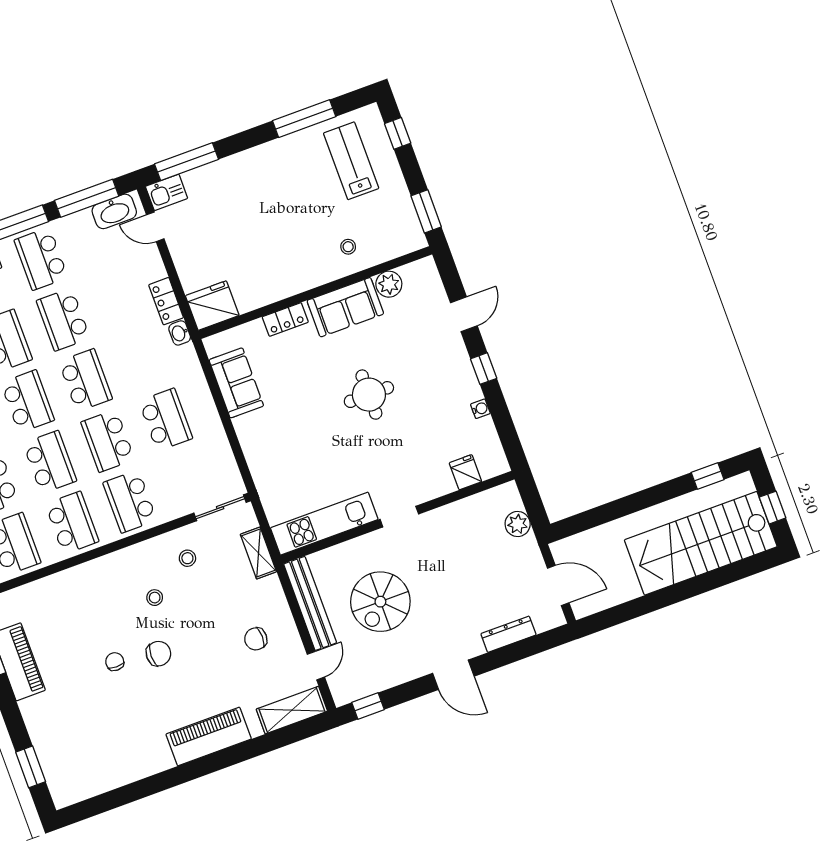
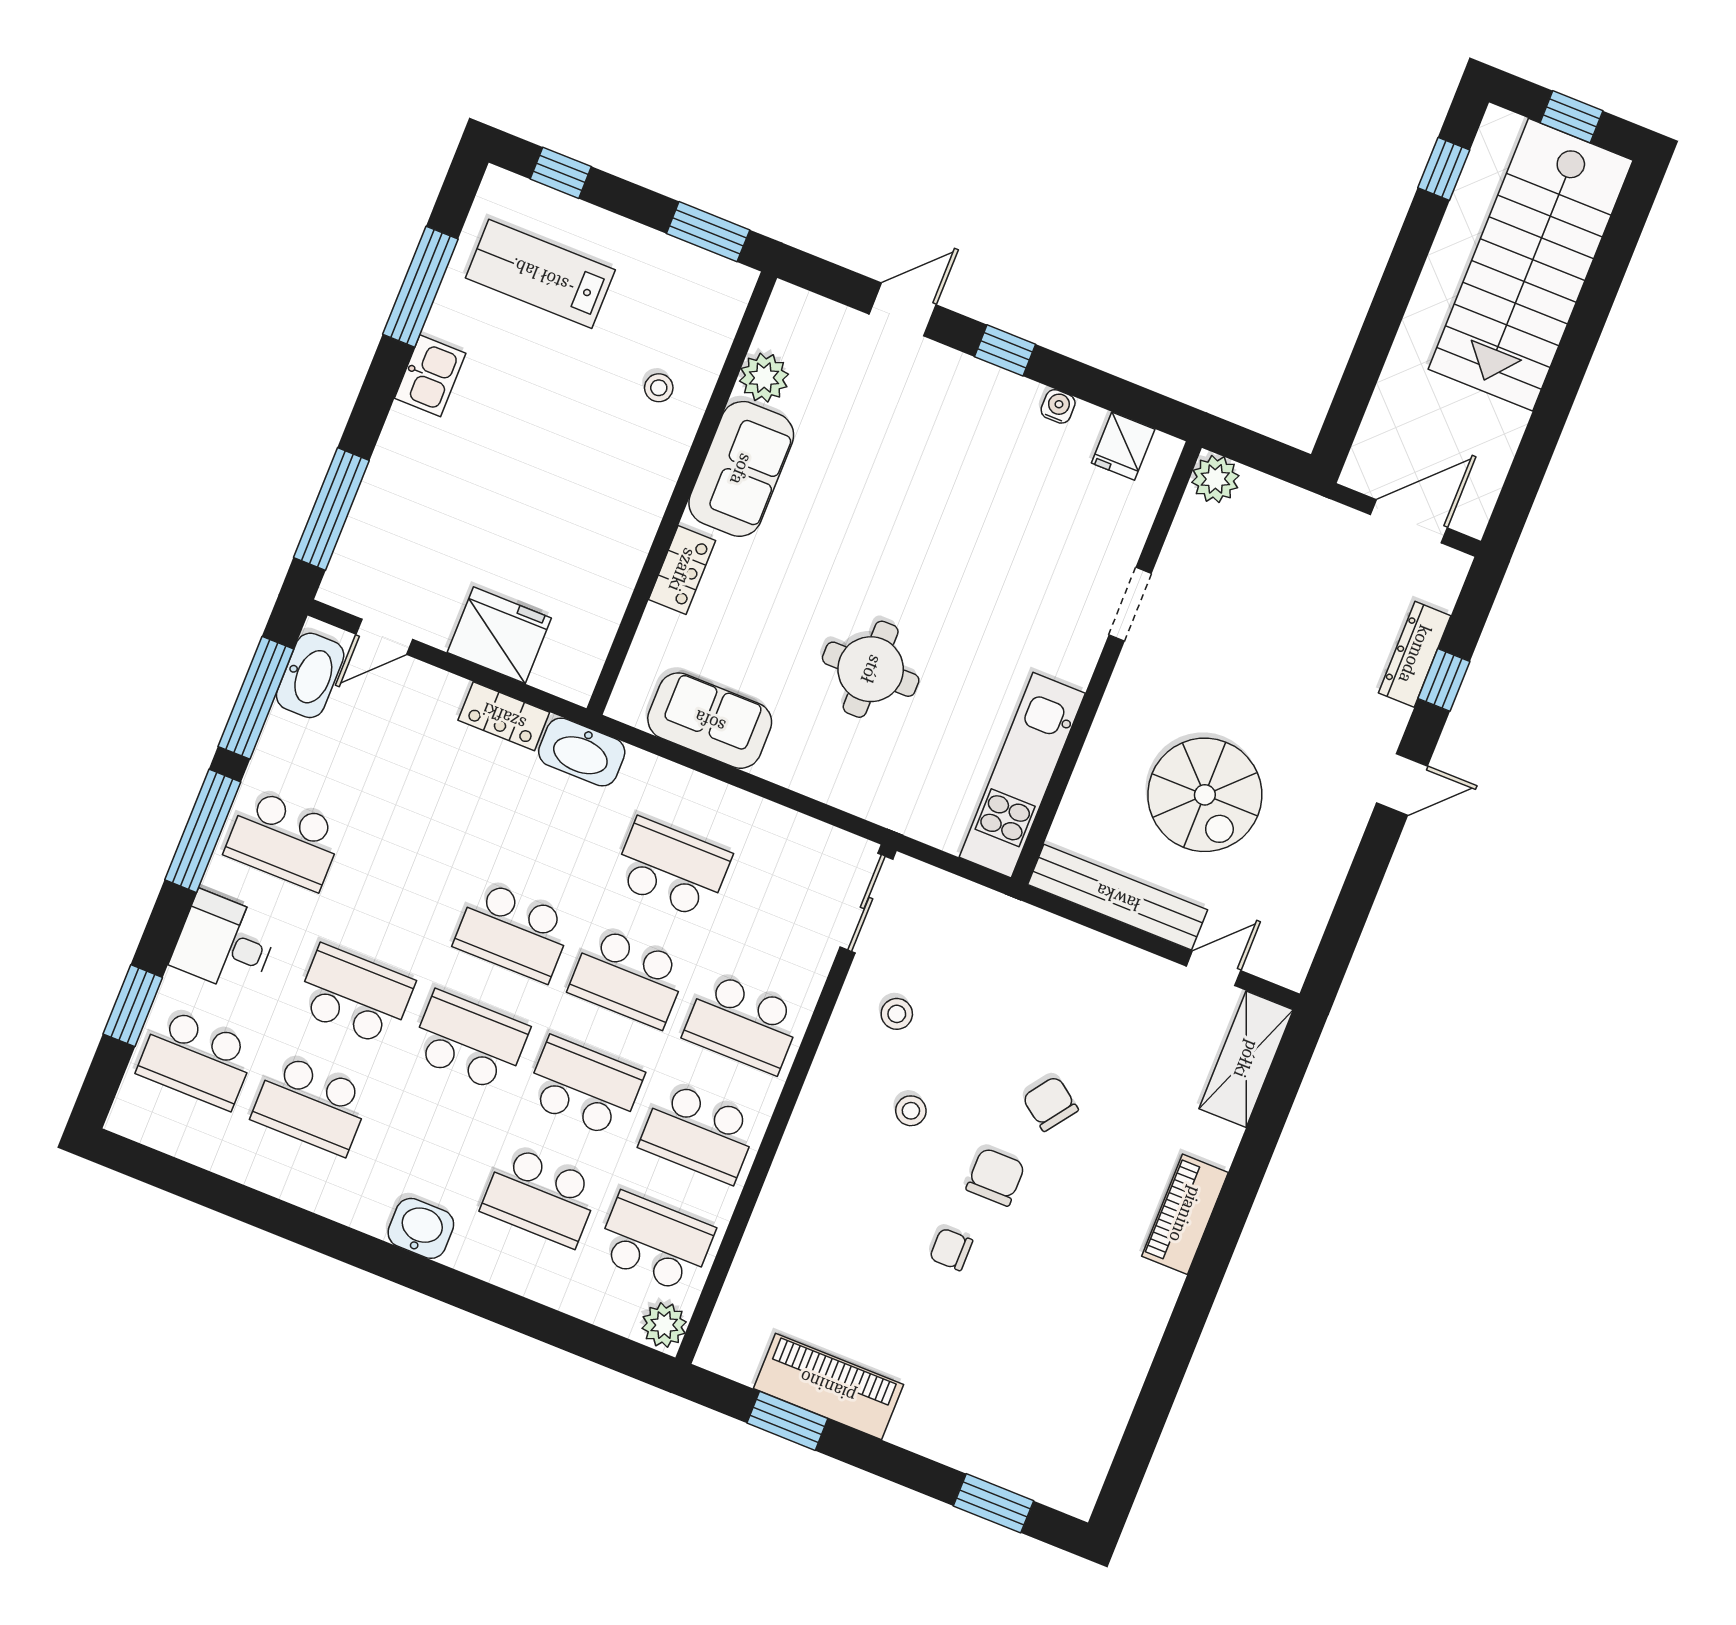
kitchen sink: (167, 192) -> (430, 376), moved
fridge: (212, 306) -> (499, 635), moved, turned 90
door: (464, 314) -> (903, 309), hinge flipped
school desk: (63, 319) -> (399, 886), removed
washbasin: (180, 333) -> (582, 752), width x1.91, depth x1.45
school desk: (85, 380) -> (513, 932), turned 180
round table: (369, 395) -> (871, 669), moved
fridge: (465, 472) -> (1123, 446), moved, turned -90
doorway: (399, 517) -> (1130, 604), moved
school desk: (72, 523) -> (699, 1133), turned 180
plant: (518, 524) -> (1215, 479), moved
shelving: (258, 553) -> (980, 906), removed
chair: (256, 639) -> (1050, 1104), moved, turned 126
door: (316, 666) -> (1214, 968), hinge flipped
door: (453, 675) -> (1402, 784), width x0.73
window: (368, 706) -> (1444, 680), moved
piano: (209, 737) -> (1185, 1214), width x0.73, depth x0.75

